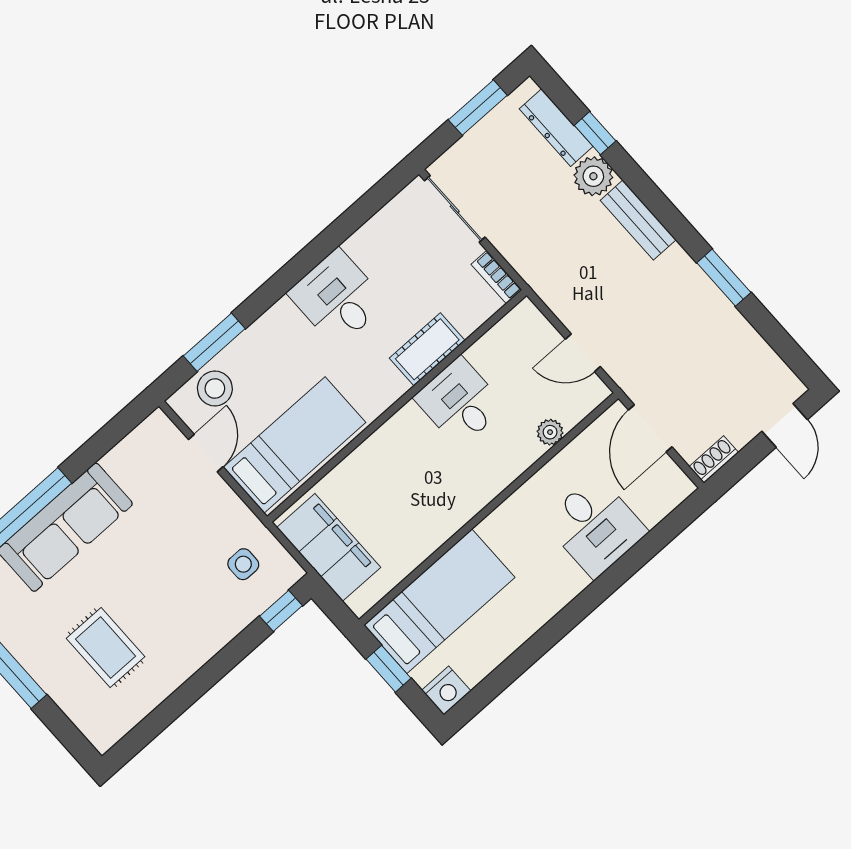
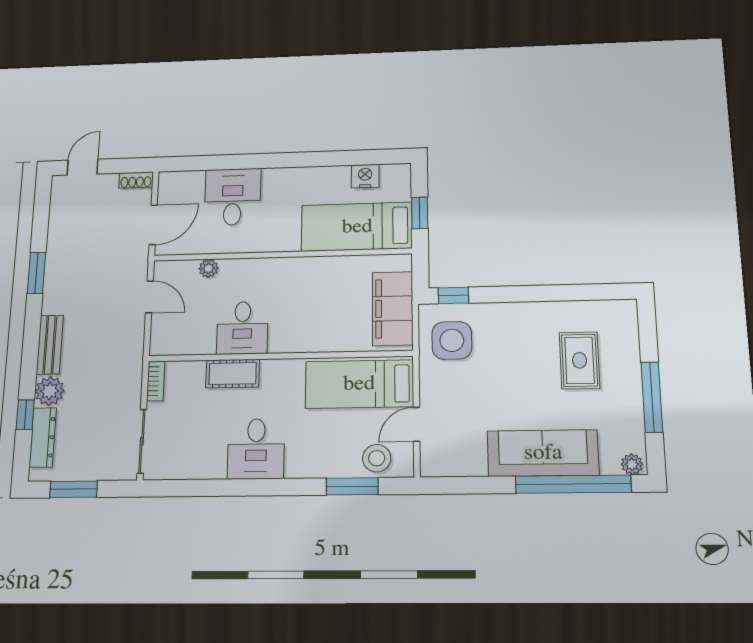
side table: (243, 564) -> (452, 340), width x1.87, depth x1.87
nightstand: (446, 691) -> (365, 176), moved

